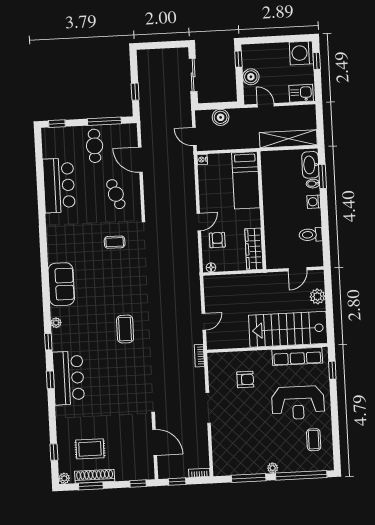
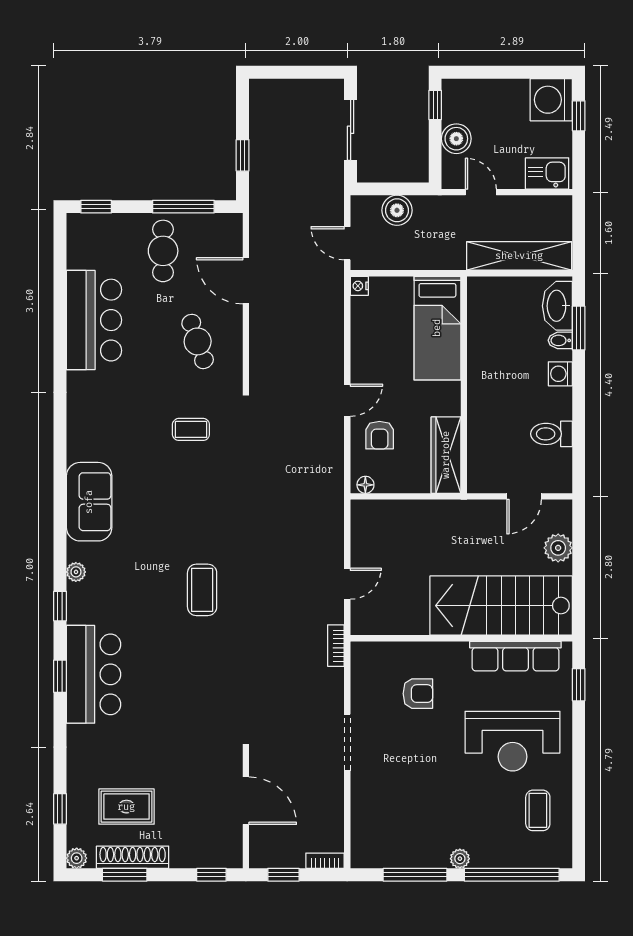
armchair: (217, 240) -> (380, 435), turned 180

